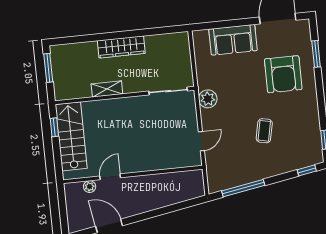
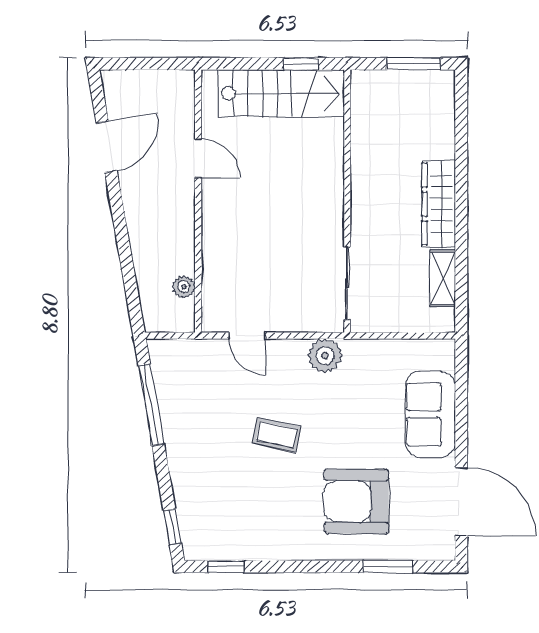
shelving: (107, 89) -> (443, 278), moved
coffee table: (264, 131) -> (277, 435), moved
plant: (90, 187) -> (184, 287), moved

